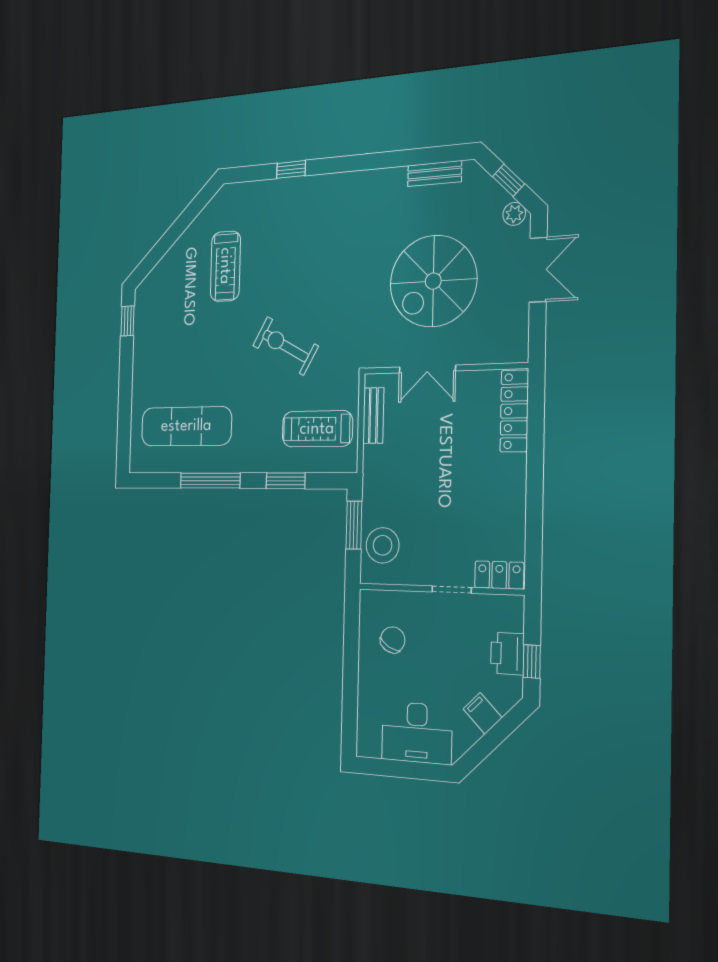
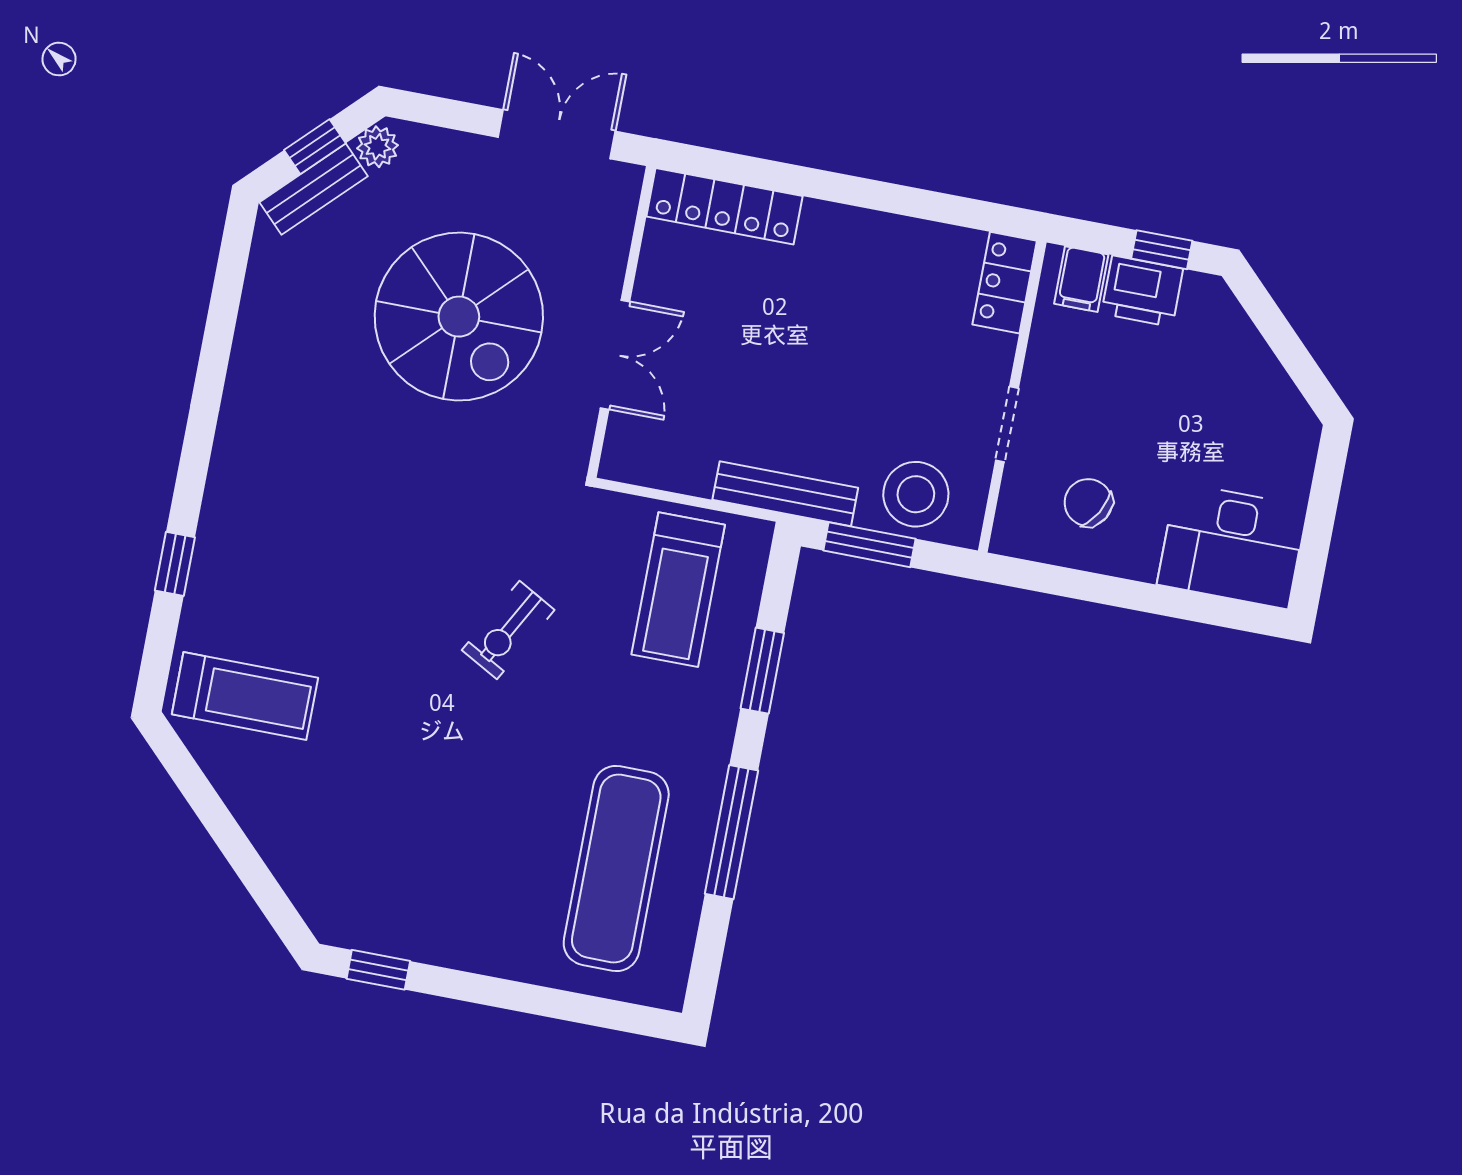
bench: (435, 174) -> (314, 189), moved, turned 45
treadmill: (225, 266) -> (245, 696), moved
double door: (538, 270) -> (557, 134), moved
exercise bike: (285, 346) -> (508, 630), width x0.73, depth x0.72
bench: (373, 416) -> (785, 494), moved, width x1.36
doorway: (452, 590) -> (1007, 424), moved
filing cabinet: (483, 713) -> (1081, 279), moved, turned -45
desk: (417, 733) -> (1232, 546), moved, turned 90

